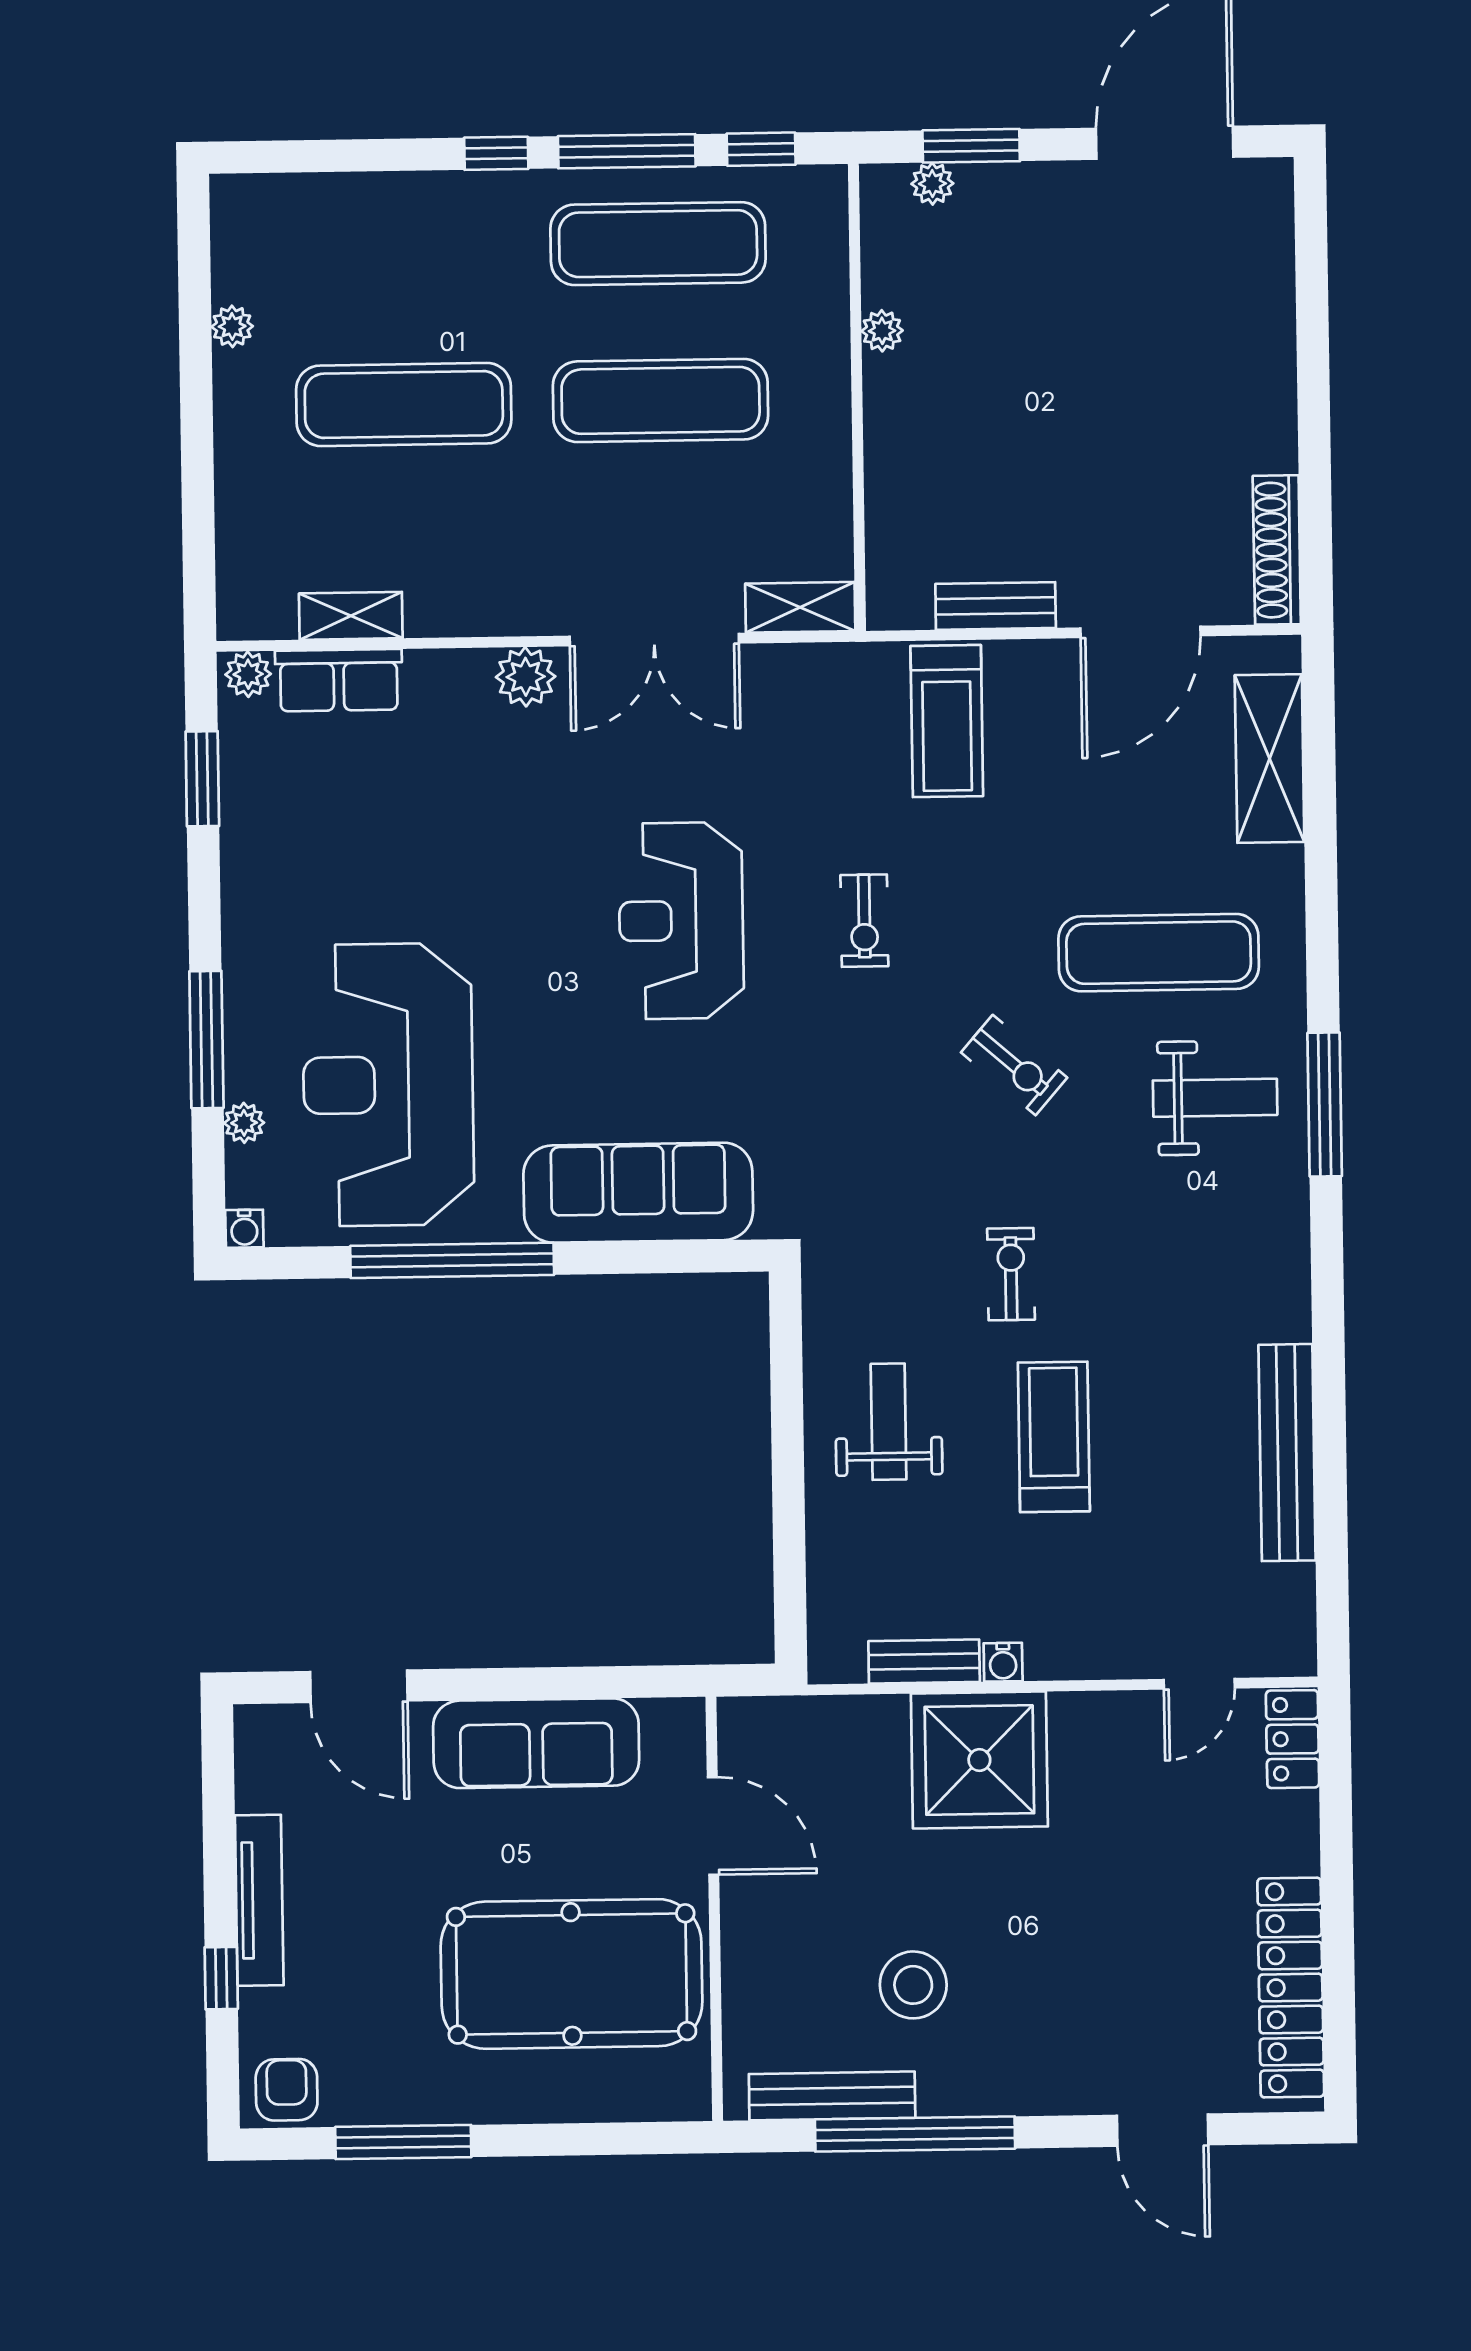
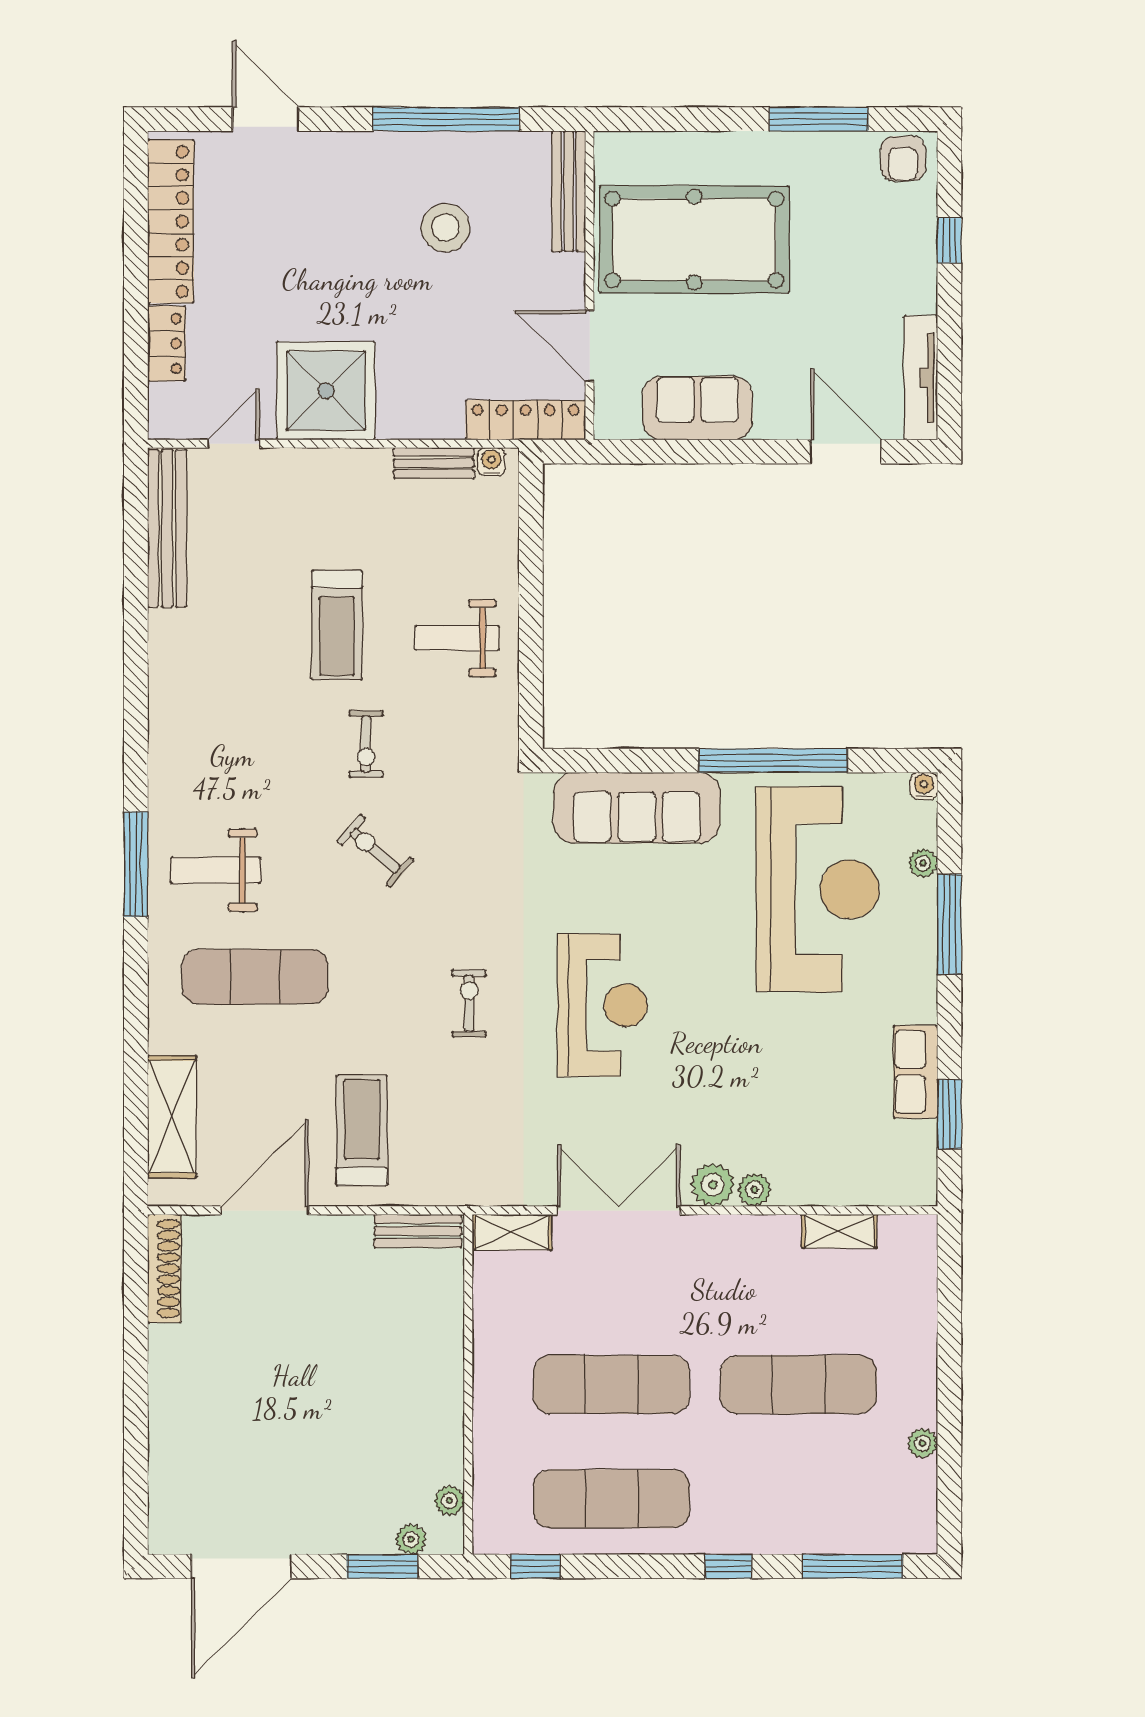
window: (627, 151) -> (852, 1566), moved
plant: (882, 331) -> (449, 1501), moved
bench: (996, 606) -> (418, 1231), moved
plant: (248, 674) -> (754, 1190), moved
row of seats: (339, 680) -> (916, 1072), moved, turned -90
treadmill: (947, 721) -> (362, 1130), moved
exercise bike: (1014, 1065) -> (375, 851), moved
weight bench: (889, 1422) -> (457, 638), turned 90
bench: (1287, 1453) -> (167, 528), moved
water cooler: (1003, 1662) -> (491, 462), moved
locker: (799, 1723) -> (526, 420), added
locker: (1293, 1739) -> (167, 344), moved
sofa: (536, 1743) -> (698, 408), width x0.73
shower: (979, 1760) -> (326, 391), moved
tv unit: (259, 1900) -> (921, 378), moved
bench: (832, 2096) -> (569, 191), moved, turned 90

